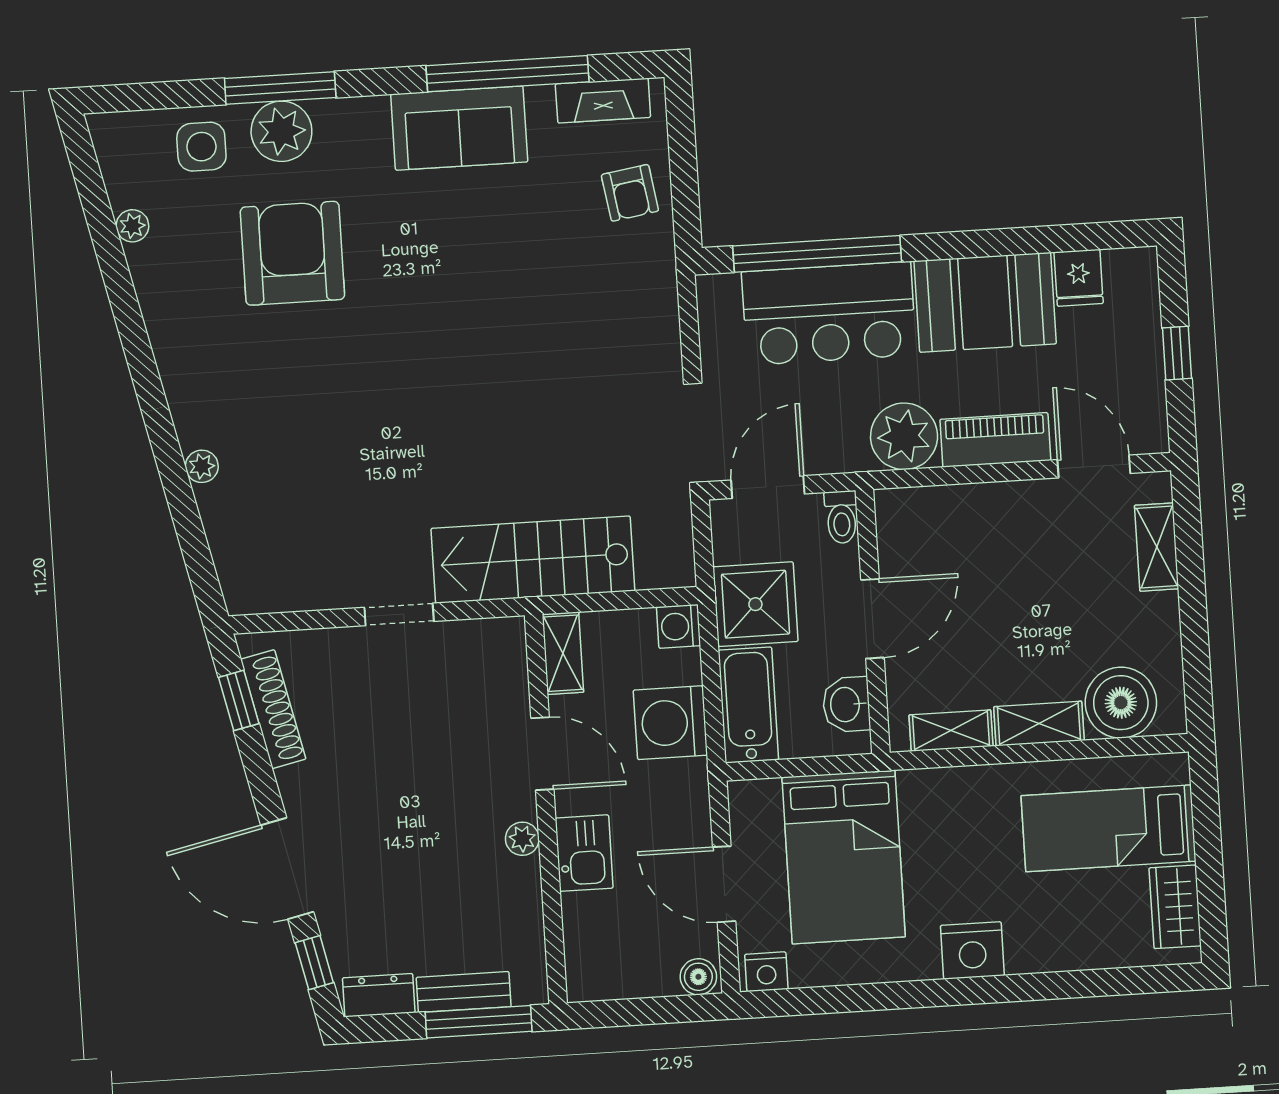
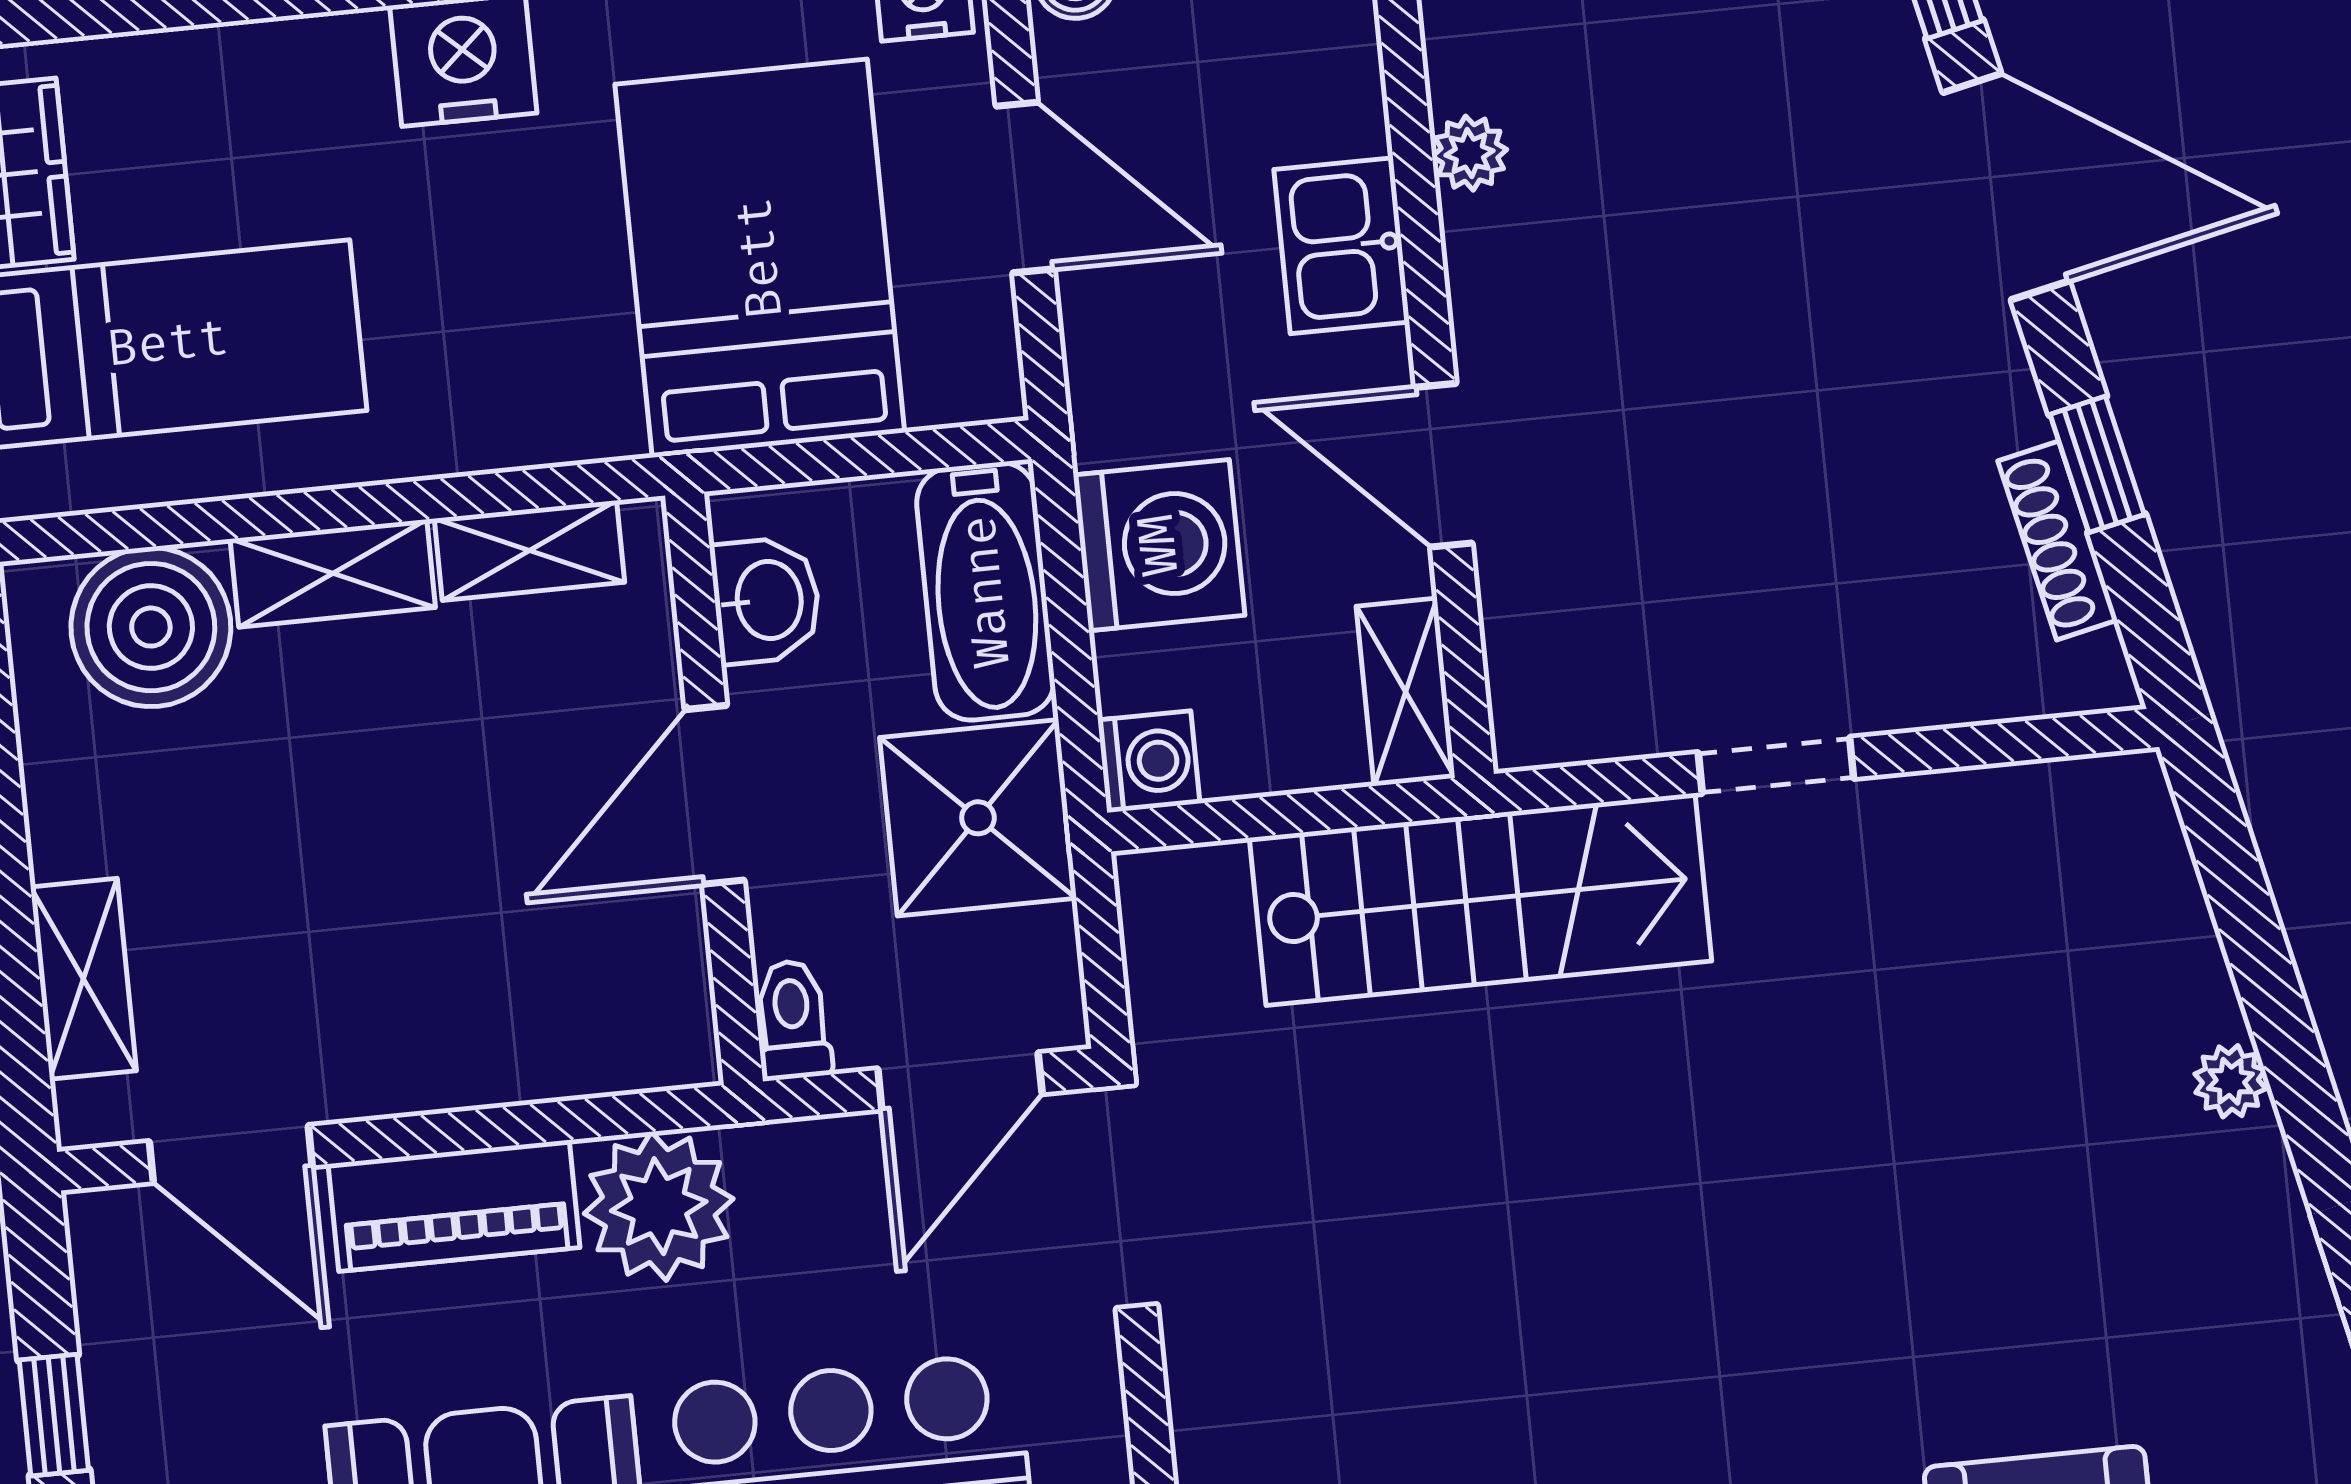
window: (239, 700) -> (2097, 464), moved
shoe rack: (273, 709) -> (2058, 540), width x0.74, depth x0.81
plant: (522, 839) -> (1469, 153), moved

